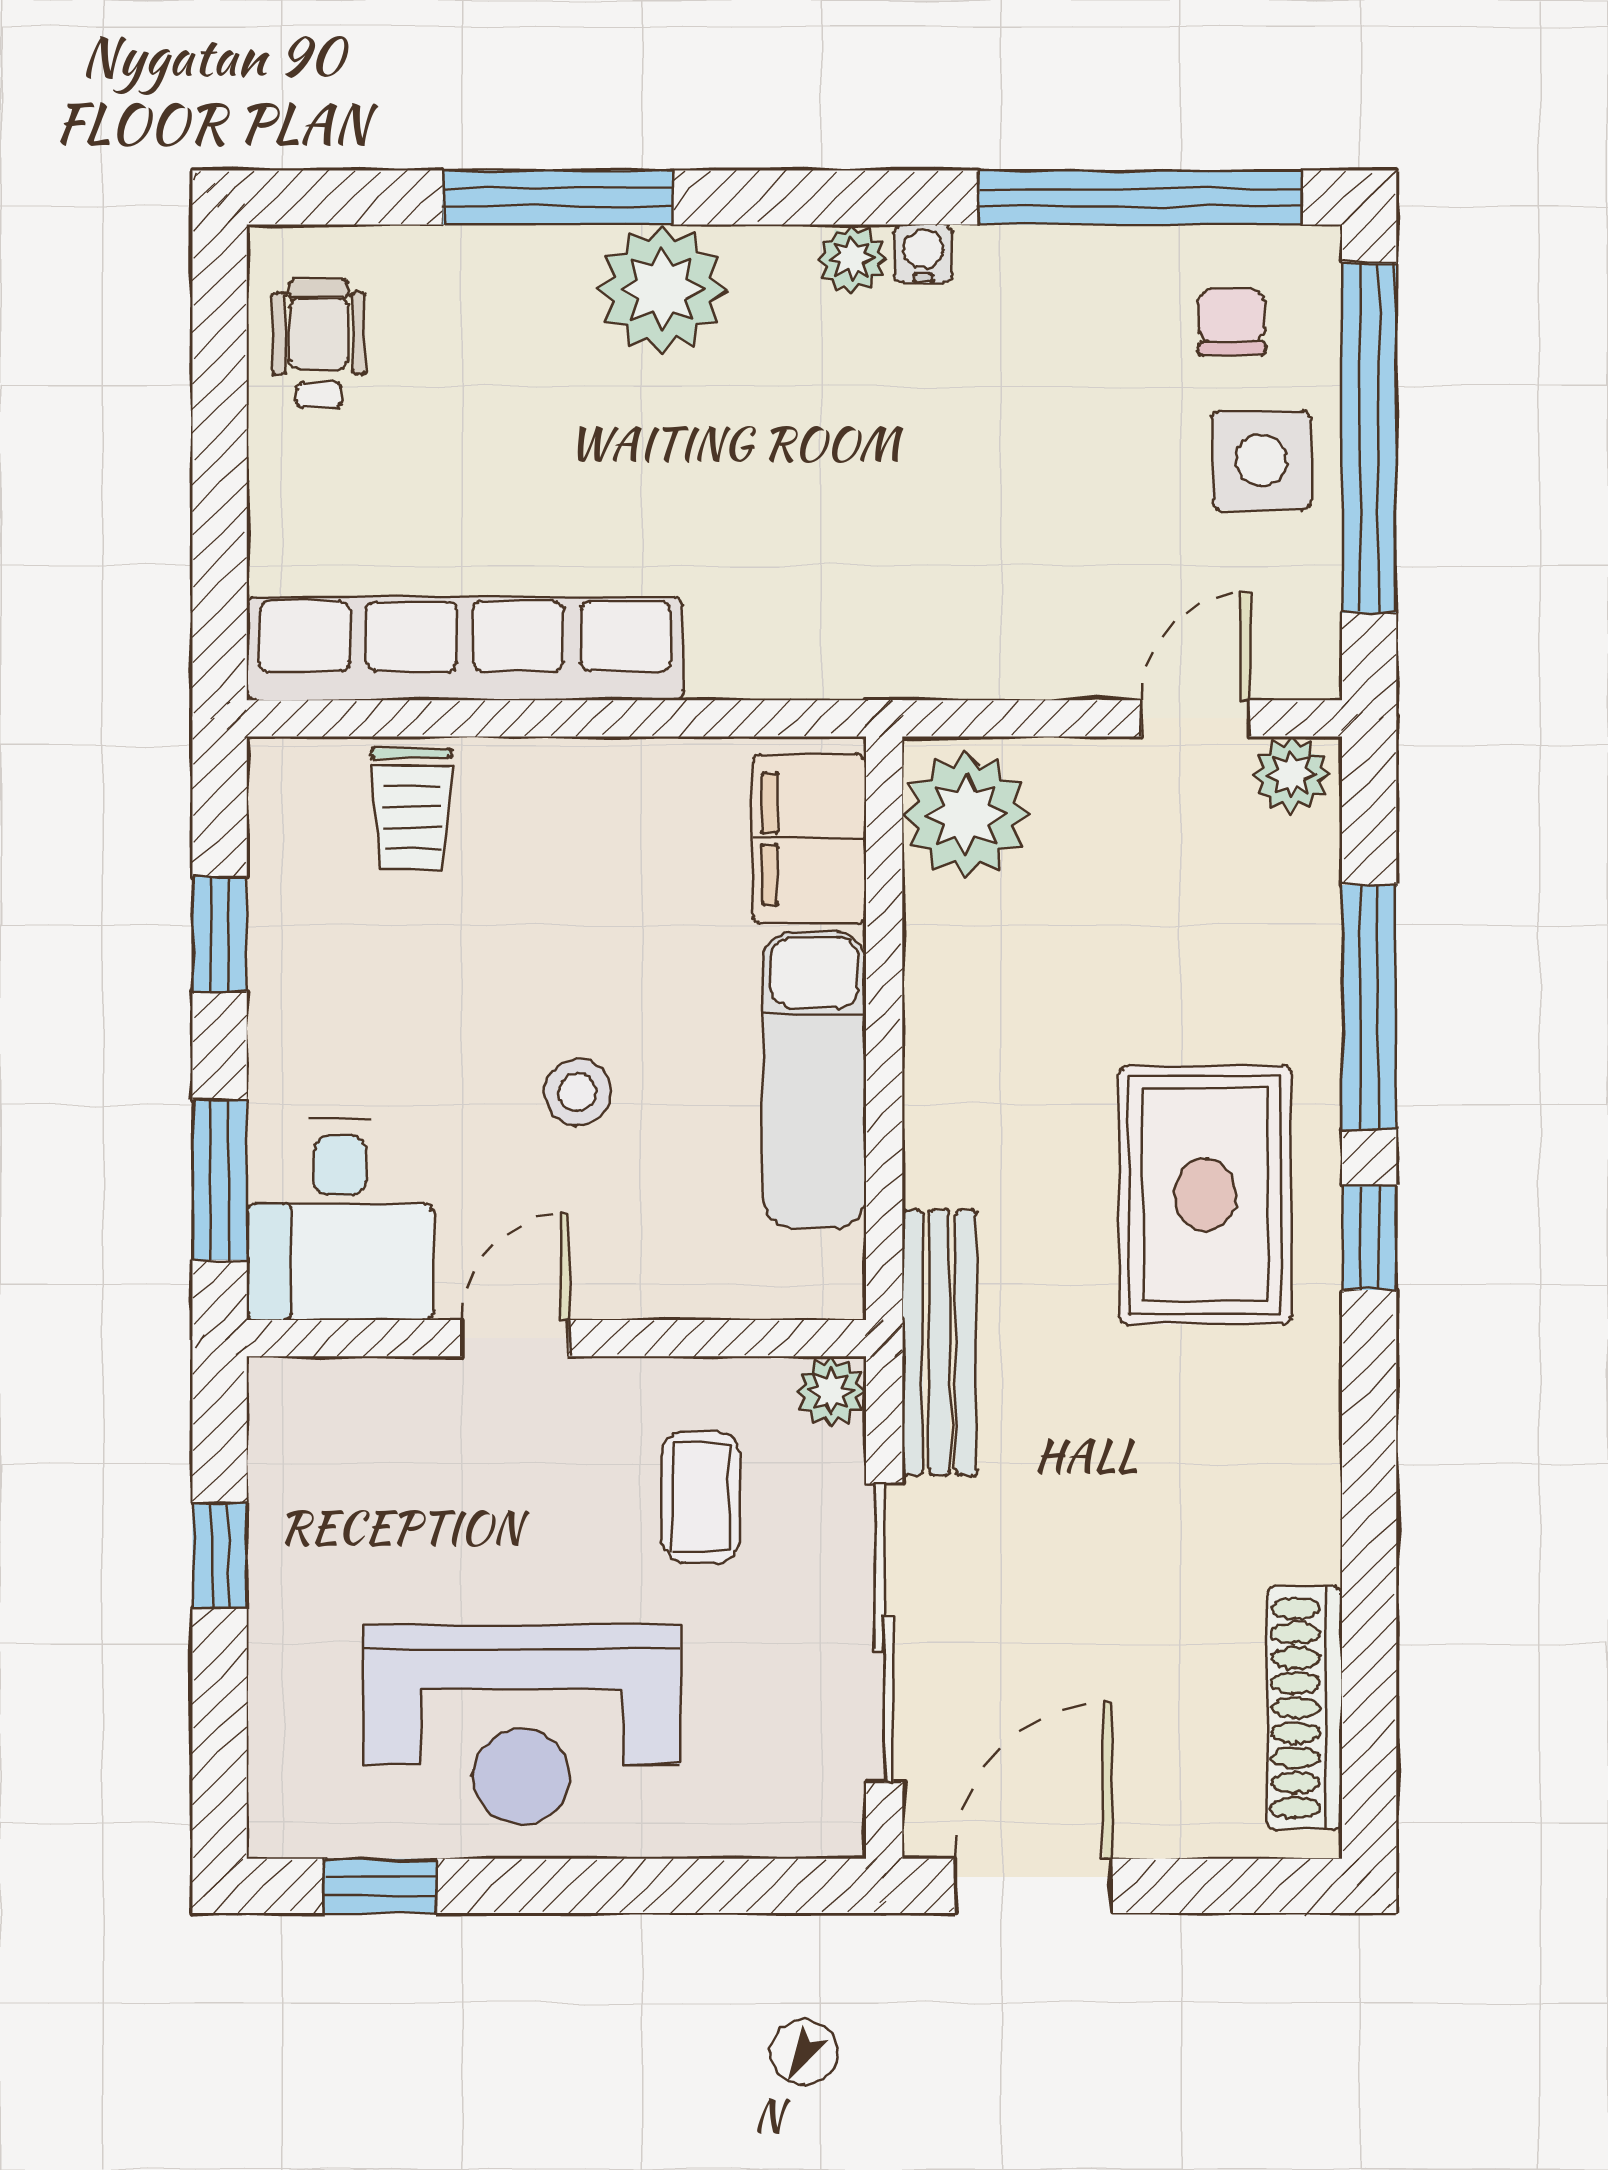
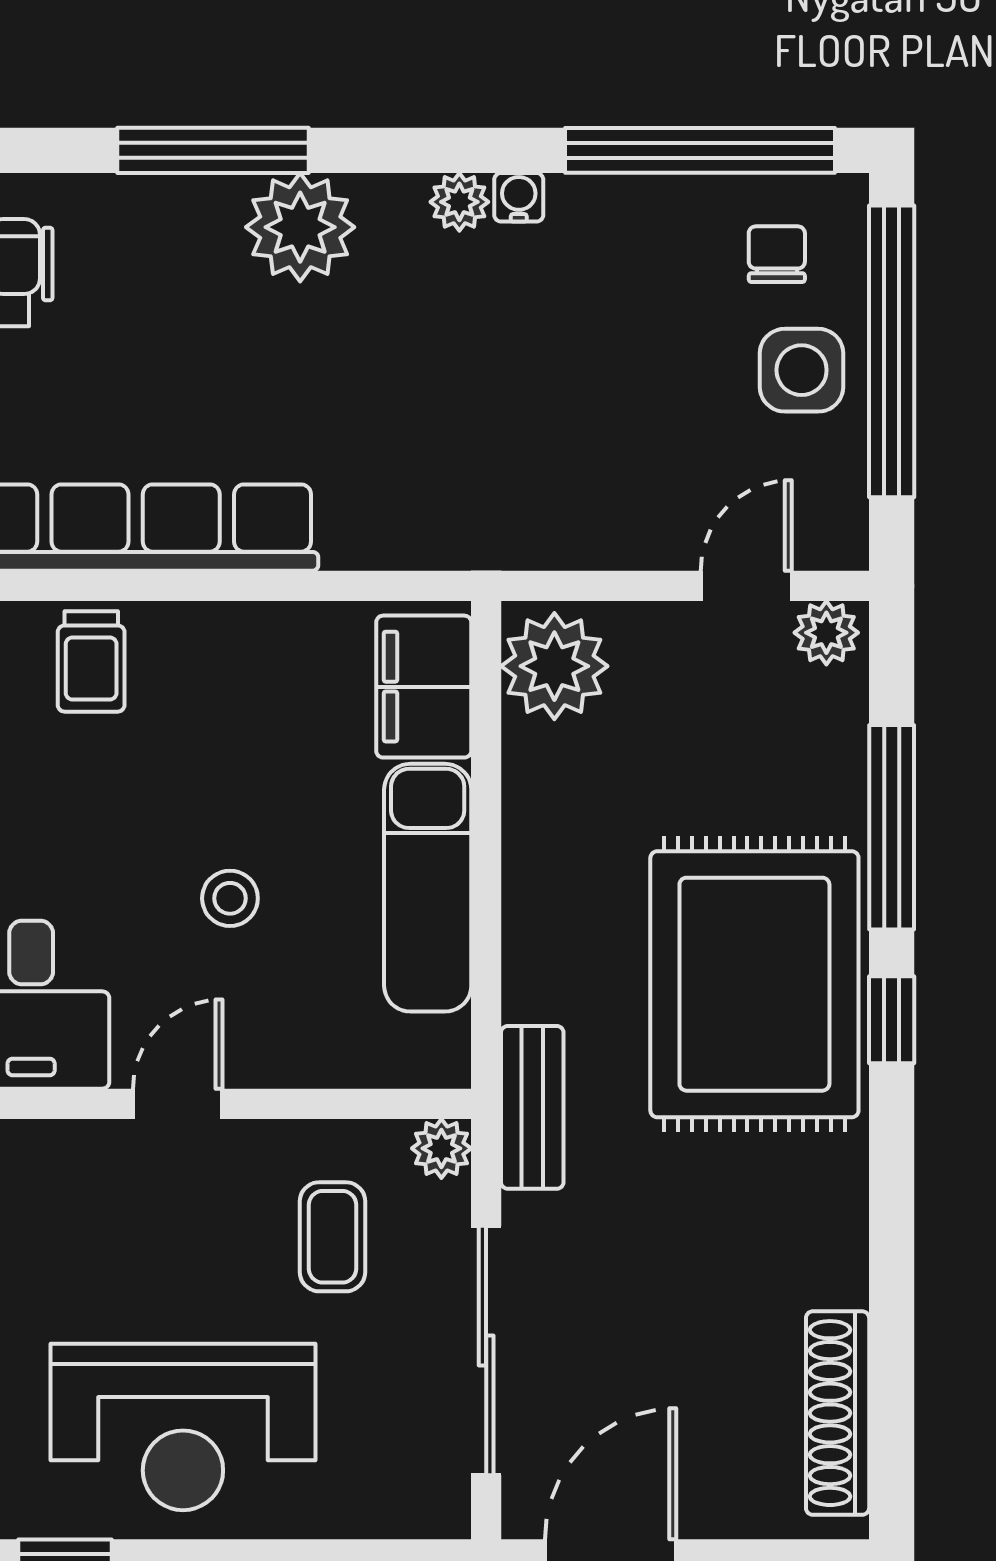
rug: (1205, 1195) -> (754, 984), width x1.37, depth x1.44
bench: (939, 1342) -> (532, 1107), width x0.73

